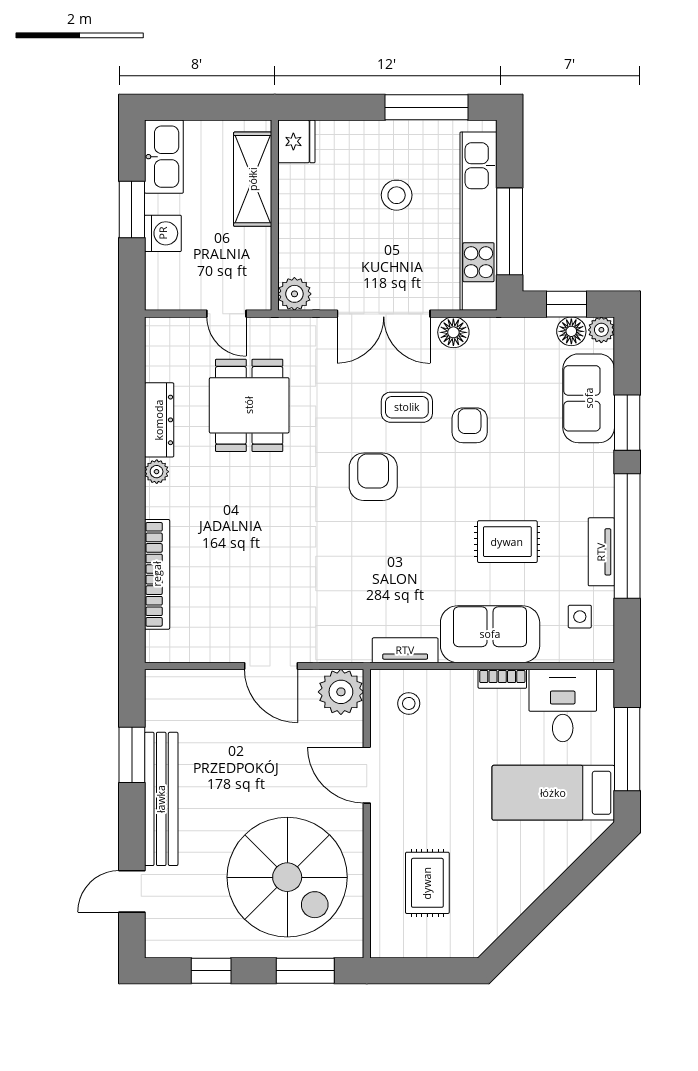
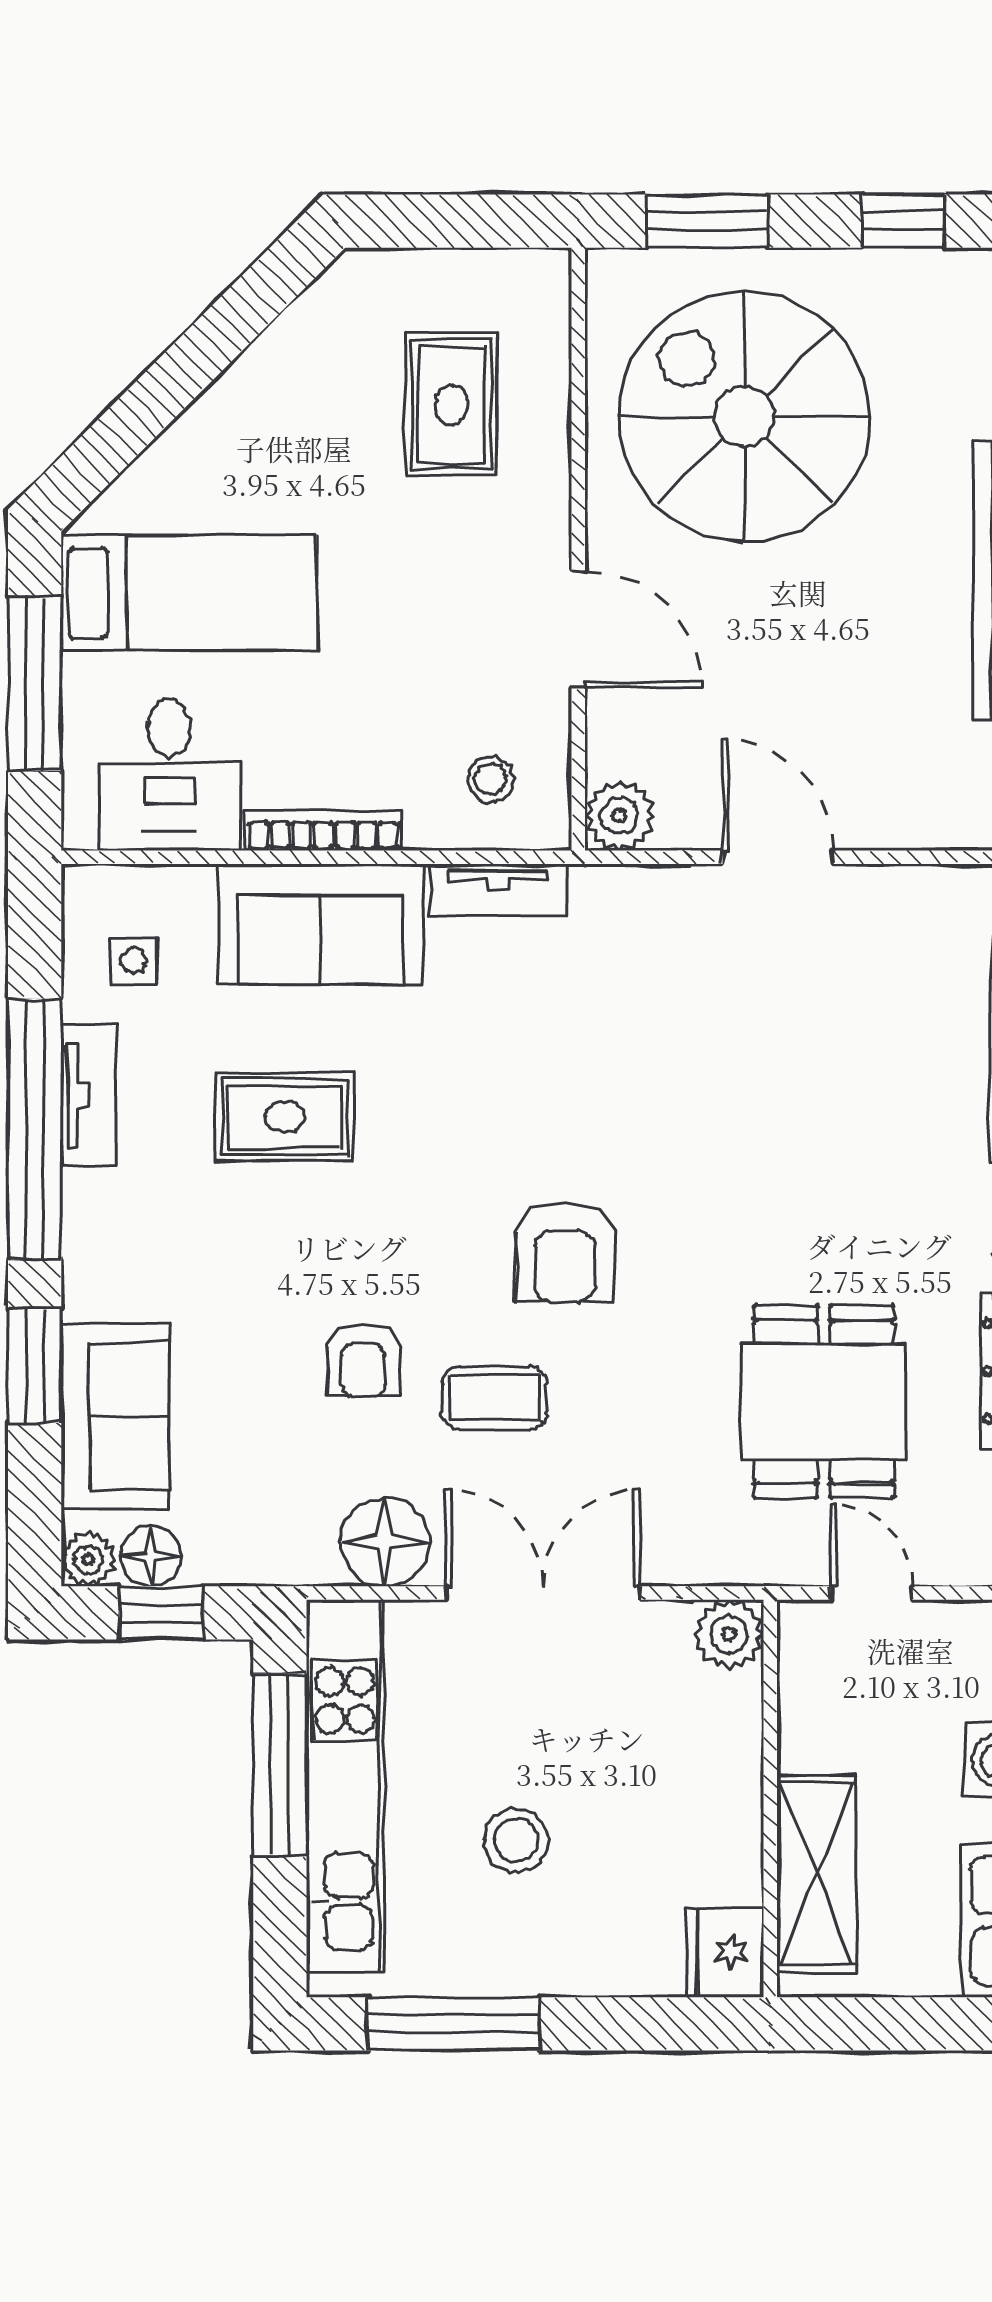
floor lamp: (453, 332) -> (385, 1542), width x1.38, depth x1.38
bookcase: (502, 679) -> (323, 831), width x1.56
plant: (341, 692) -> (620, 816), width x0.73, depth x0.73

